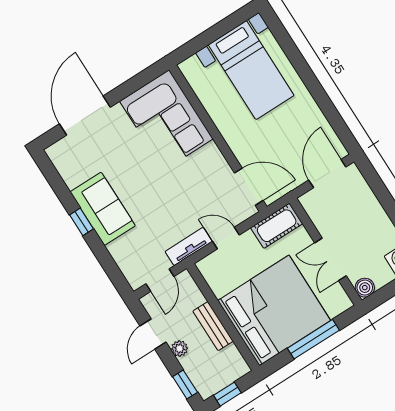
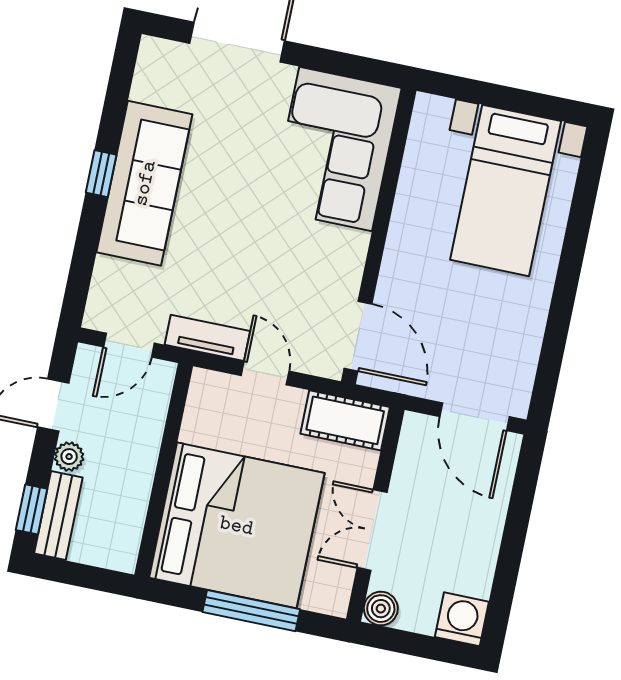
door: (327, 173) -> (474, 417), swing flipped
sofa: (103, 209) -> (144, 183), width x1.36
bench: (213, 326) -> (58, 516), moved
window: (227, 394) -> (73, 574), removed

